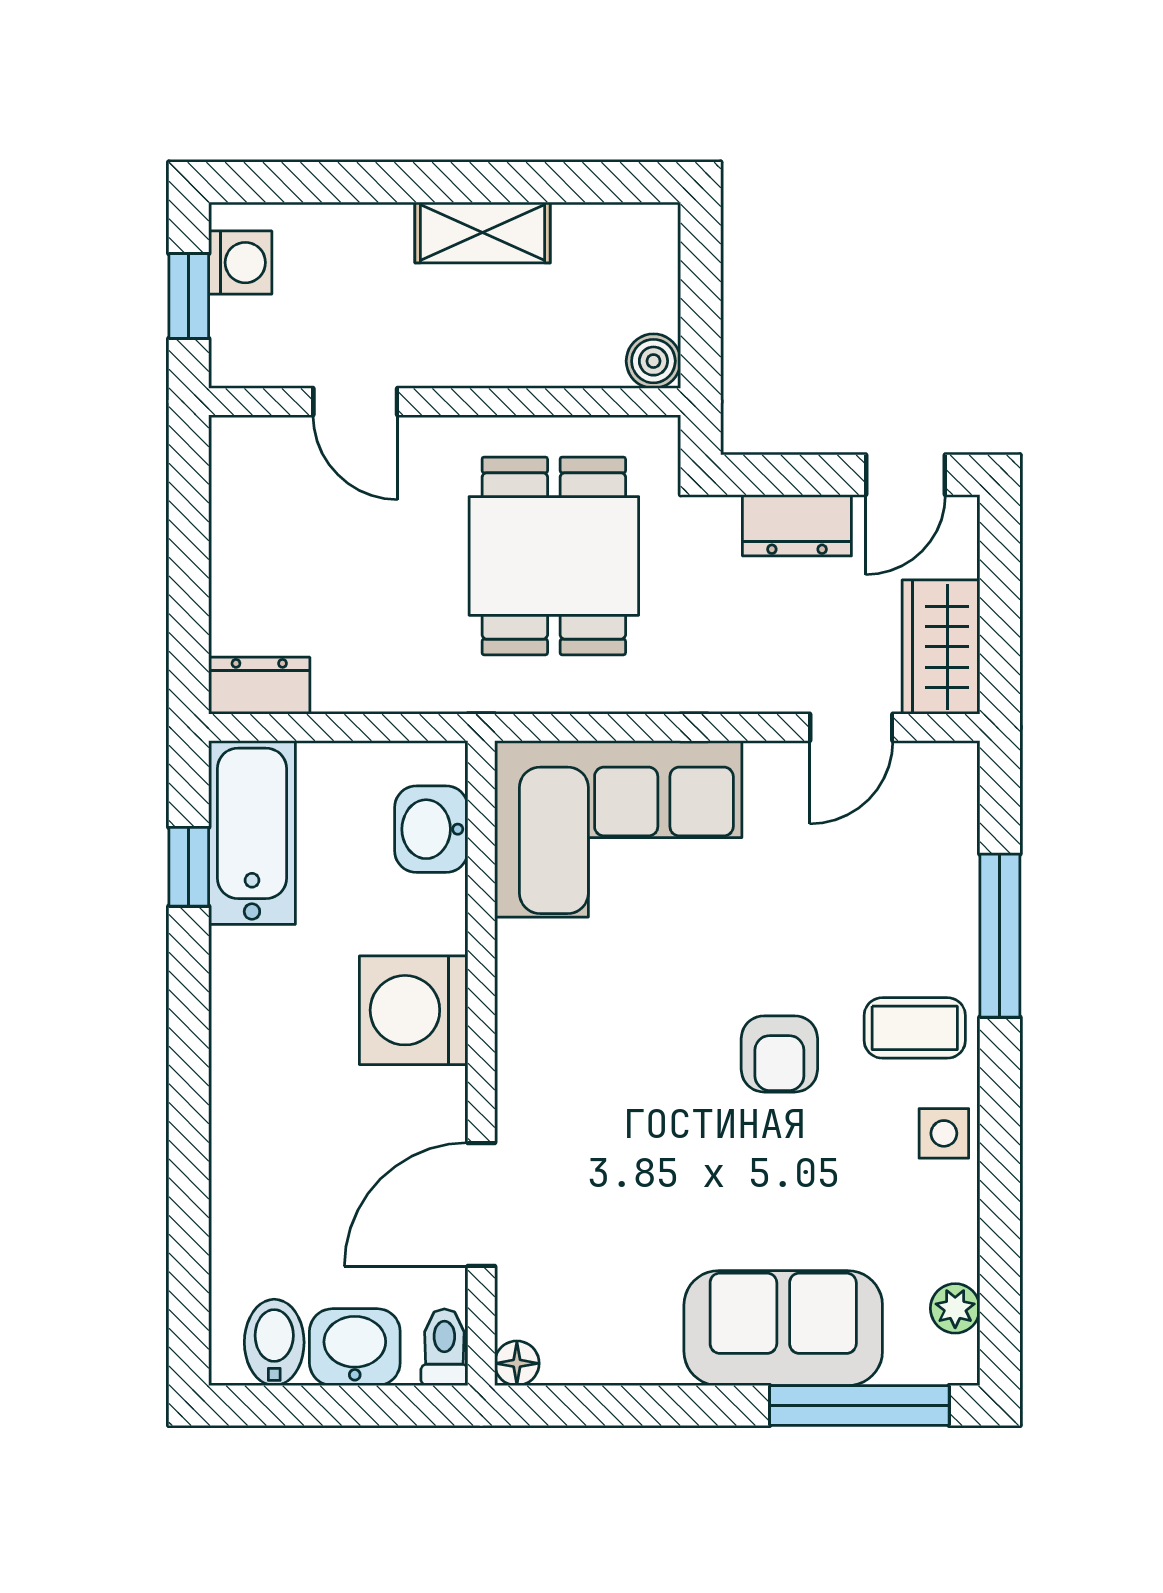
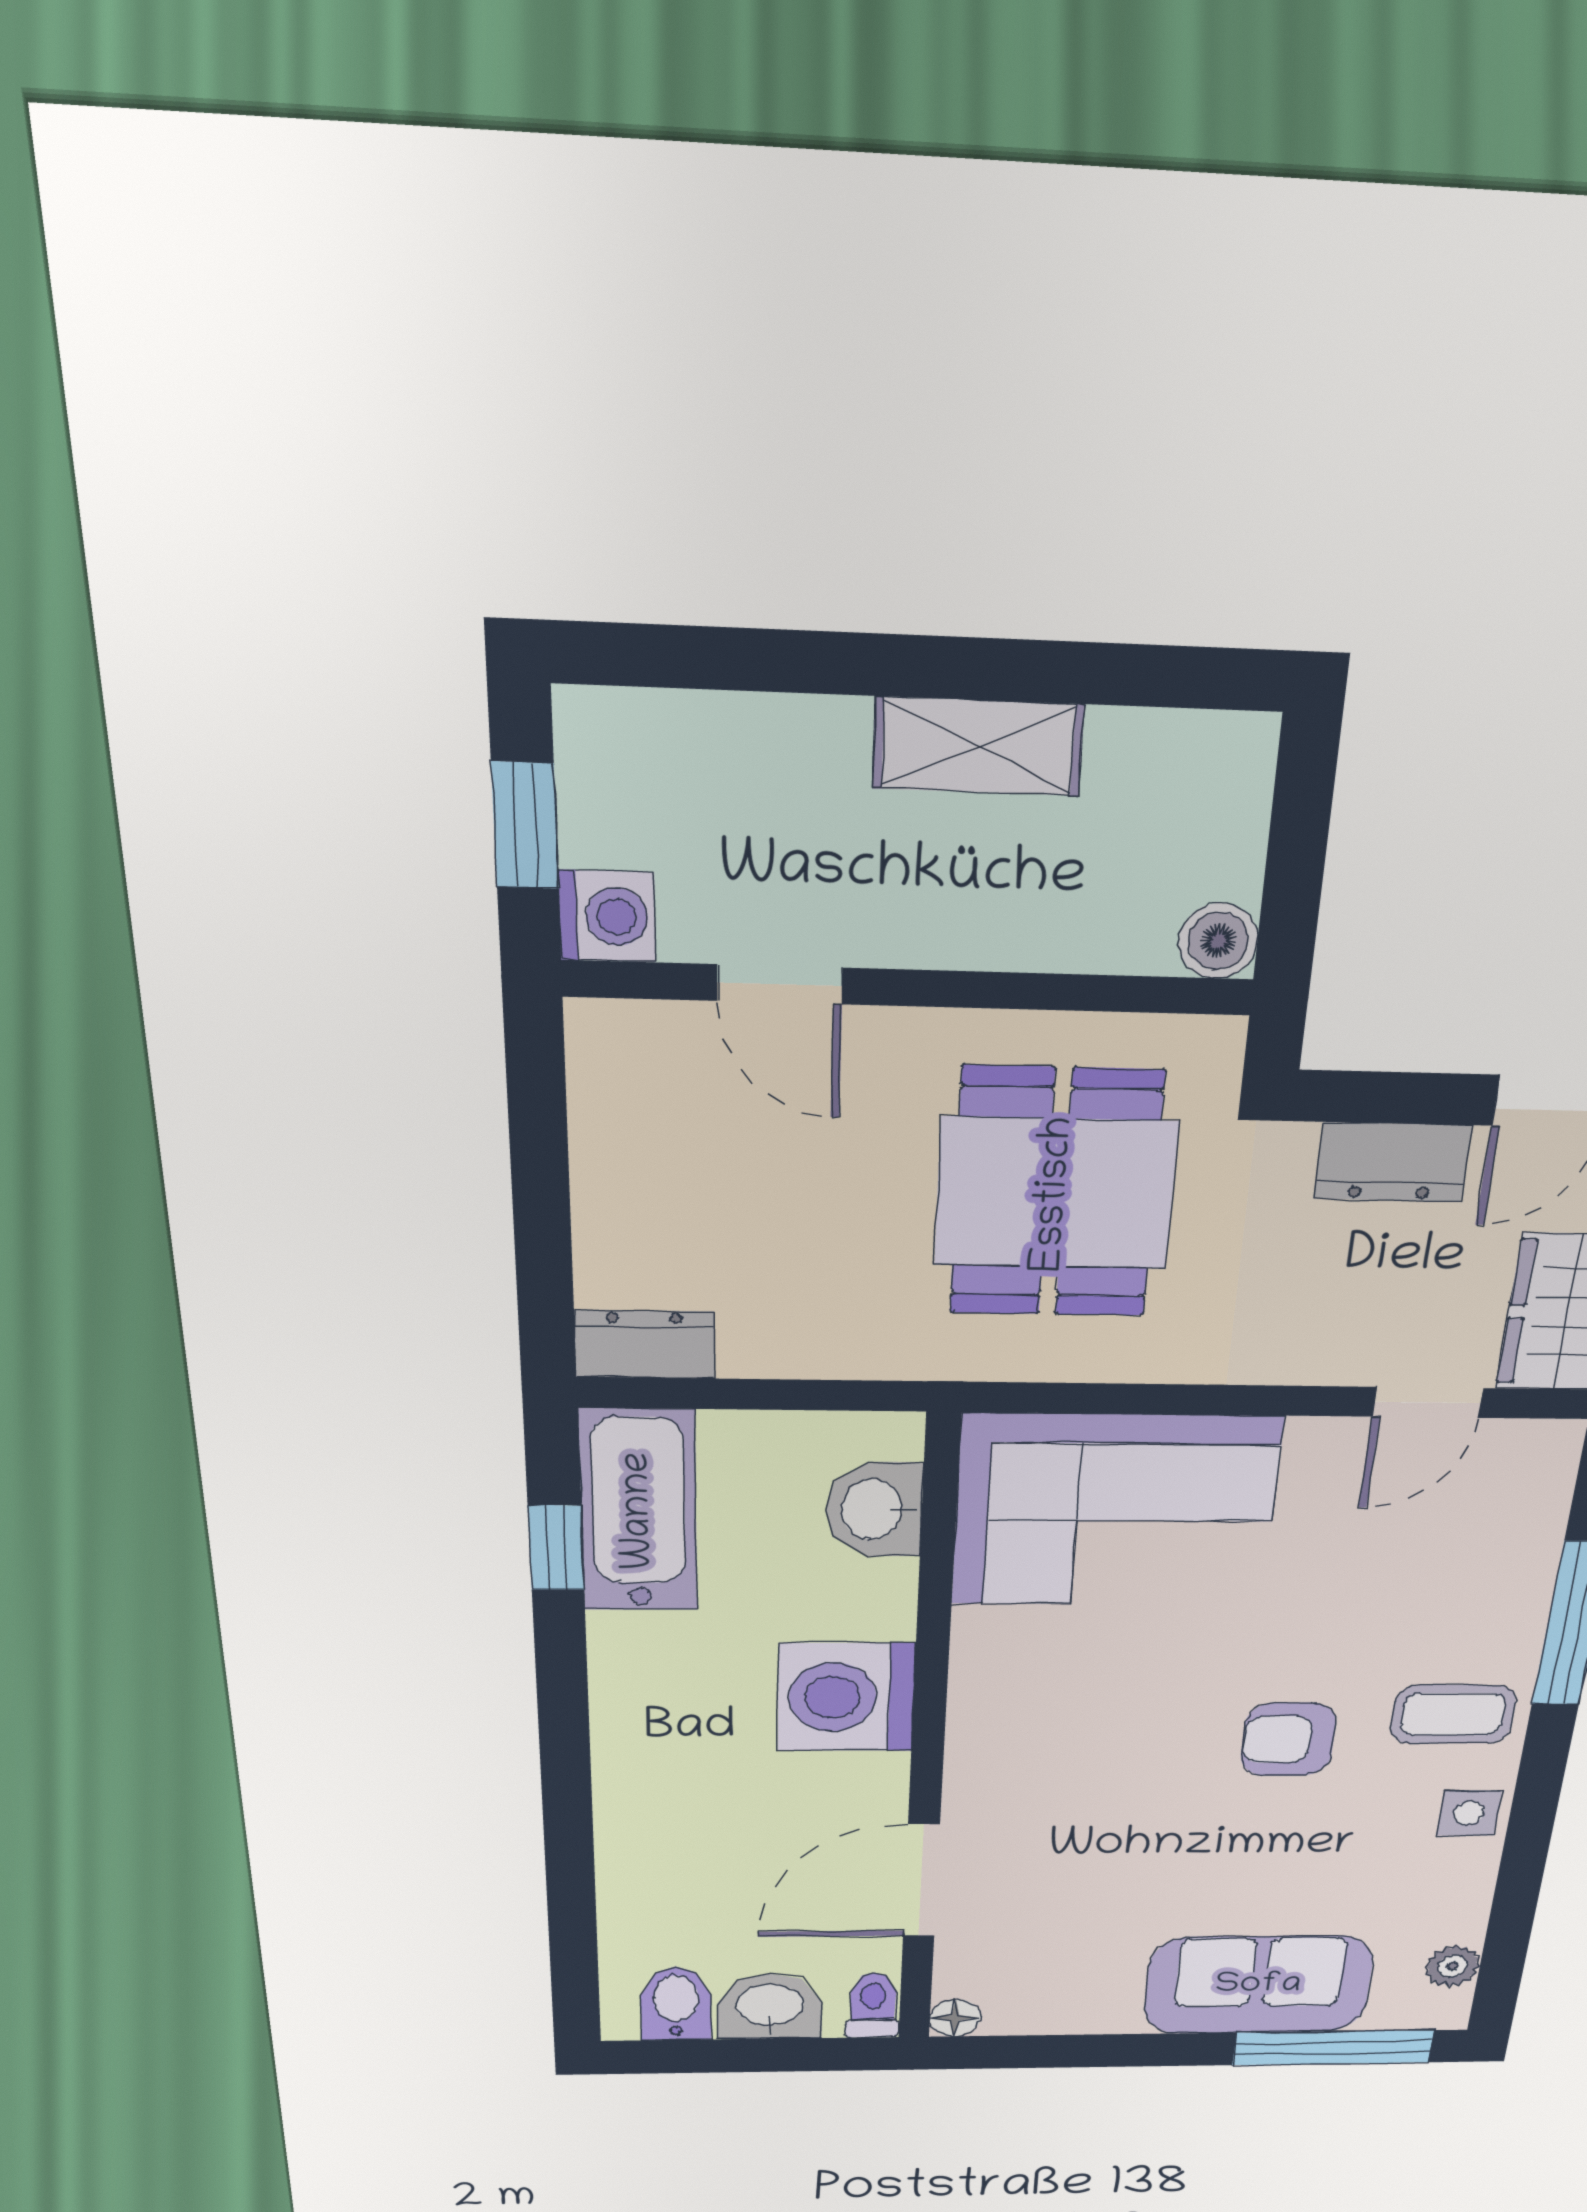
washing machine: (240, 263) -> (607, 916), moved
armchair: (779, 1054) -> (1288, 1739), turned 90

